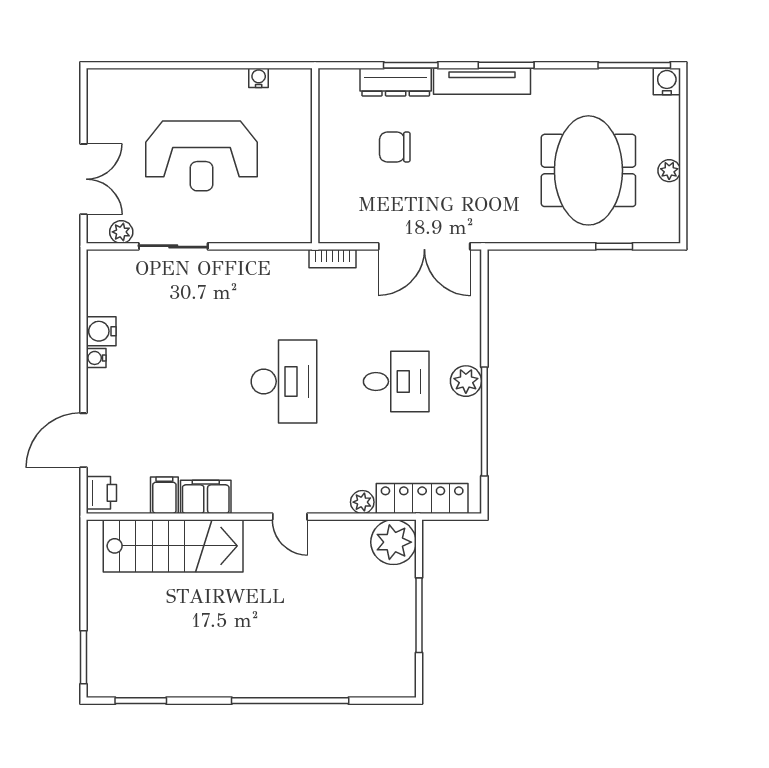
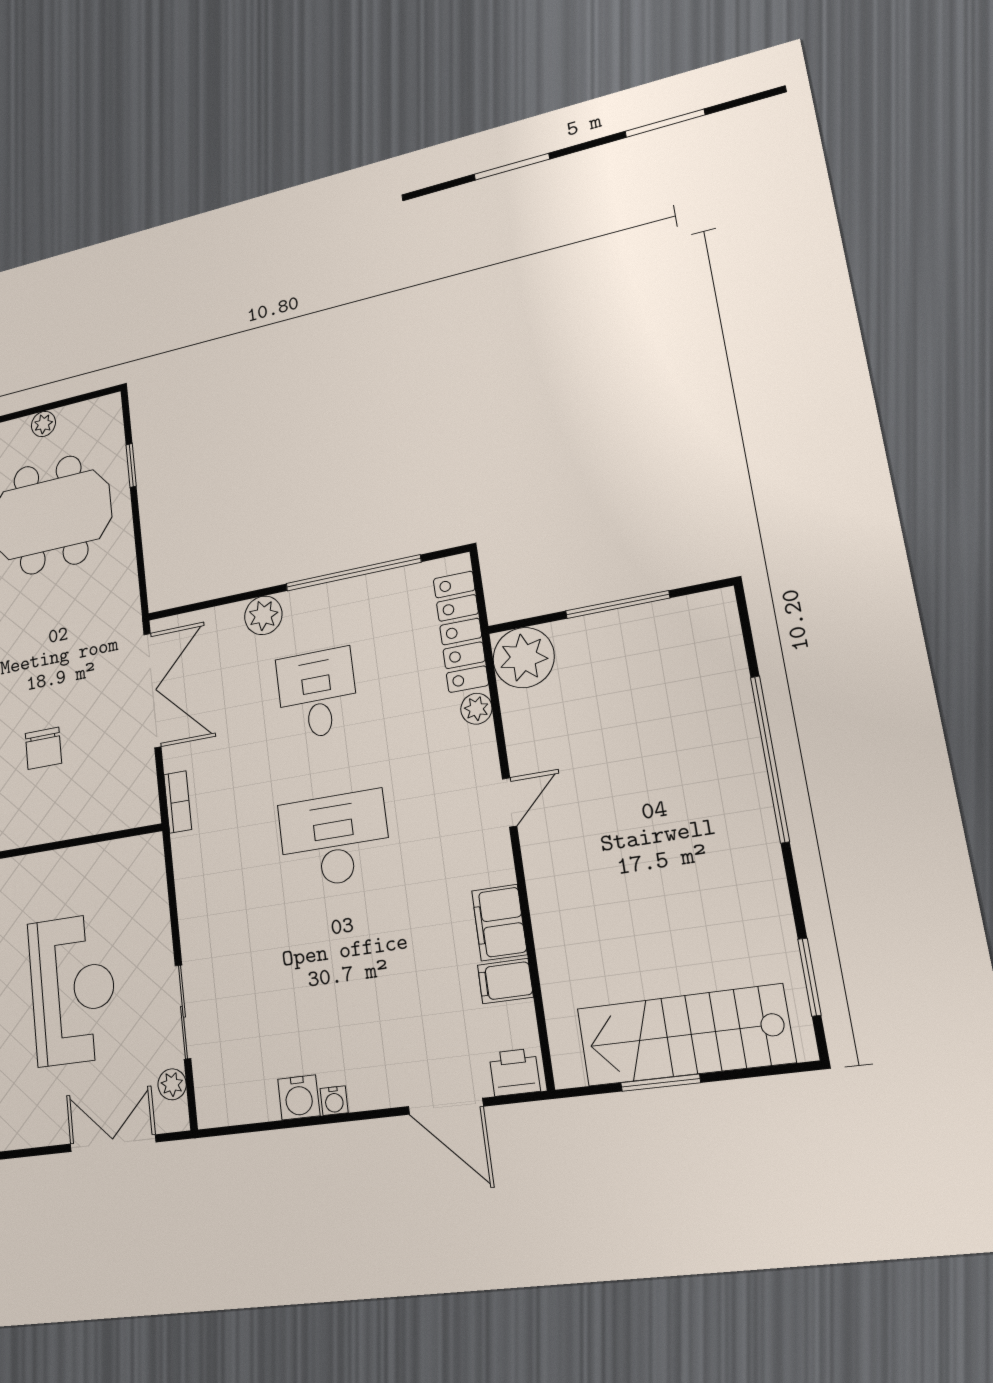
plant: (466, 381) -> (263, 615), moved
stairs: (173, 546) -> (684, 1035), moved, turned -90
window: (83, 657) -> (661, 1083), moved

